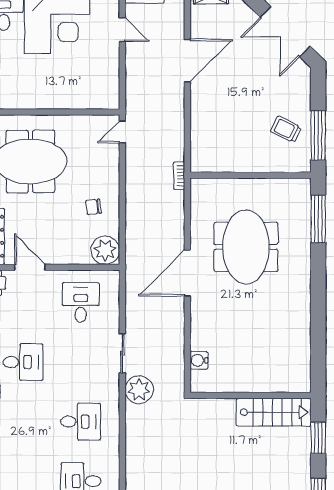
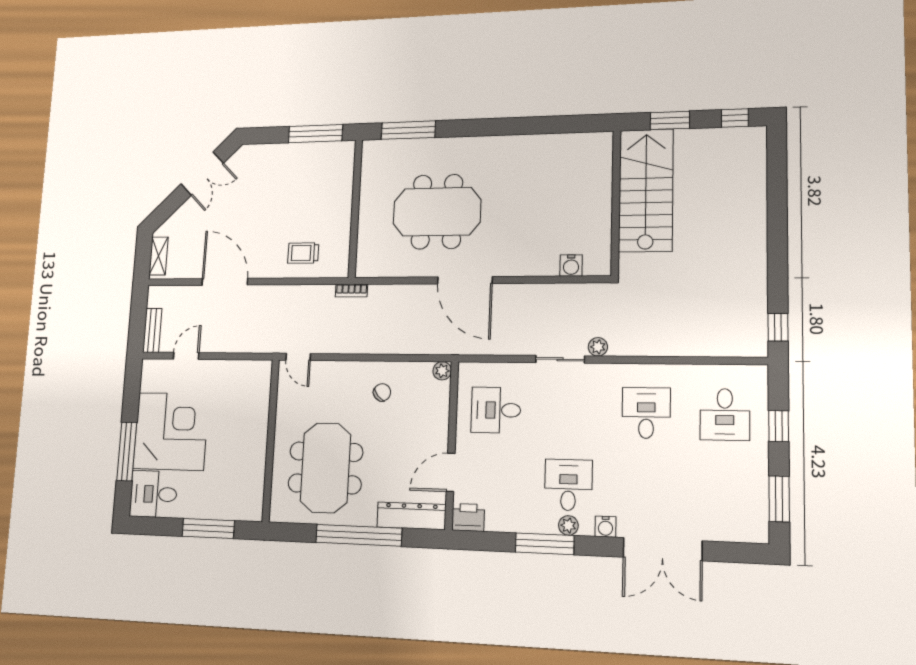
double door: (285, 32) -> (202, 174), width x0.73
trolley: (286, 129) -> (303, 253), moved, turned 64
chair: (93, 207) -> (382, 392), turned -124
plant: (105, 250) -> (442, 371), width x0.53, depth x0.53
plant: (139, 390) -> (598, 347), width x0.53, depth x0.53
stairs: (274, 412) -> (646, 190), width x1.36, depth x1.51

